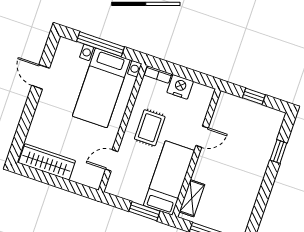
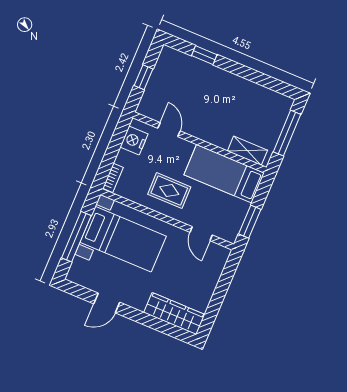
nightstand: (180, 87) -> (134, 141), moved
door: (202, 137) -> (169, 130), moved
wardrobe: (47, 162) -> (174, 314), moved, turned 90
window: (144, 211) -> (250, 222), moved

